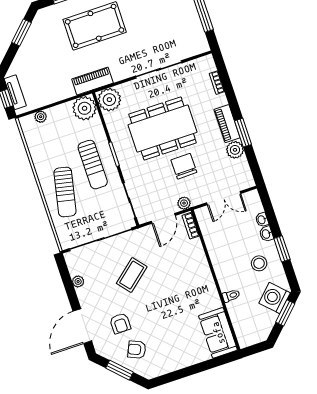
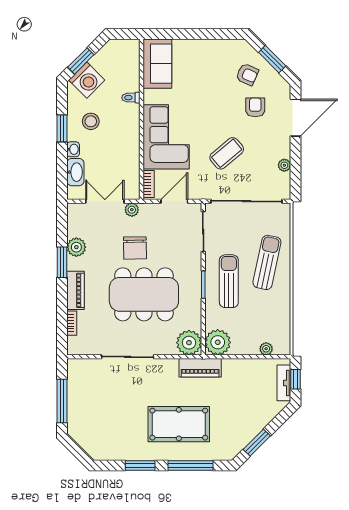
piano: (227, 124) -> (76, 290), moved
plant: (184, 203) -> (132, 210), moved
washbasin: (262, 220) -> (75, 172), width x1.91, depth x1.45
corner sofa: (189, 272) -> (166, 137), added

